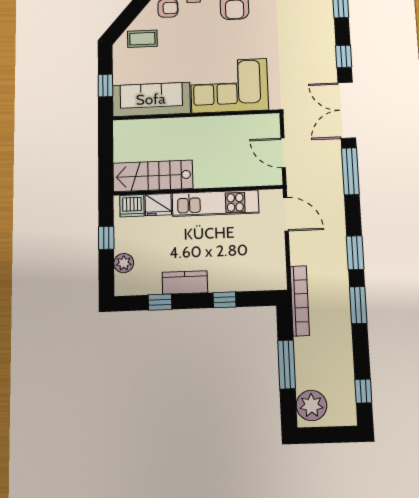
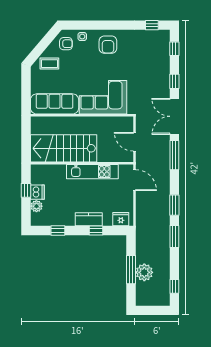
window: (105, 85) -> (26, 93), removed
stairs: (153, 176) -> (64, 148), width x1.36, depth x1.51
fridge: (158, 205) -> (121, 219), moved, turned 180
dishwasher: (132, 206) -> (37, 192), moved, turned -90
kitchen counter: (185, 282) -> (89, 219), moved
bookcase: (300, 301) -> (140, 233), removed
plant: (311, 405) -> (144, 272), moved

